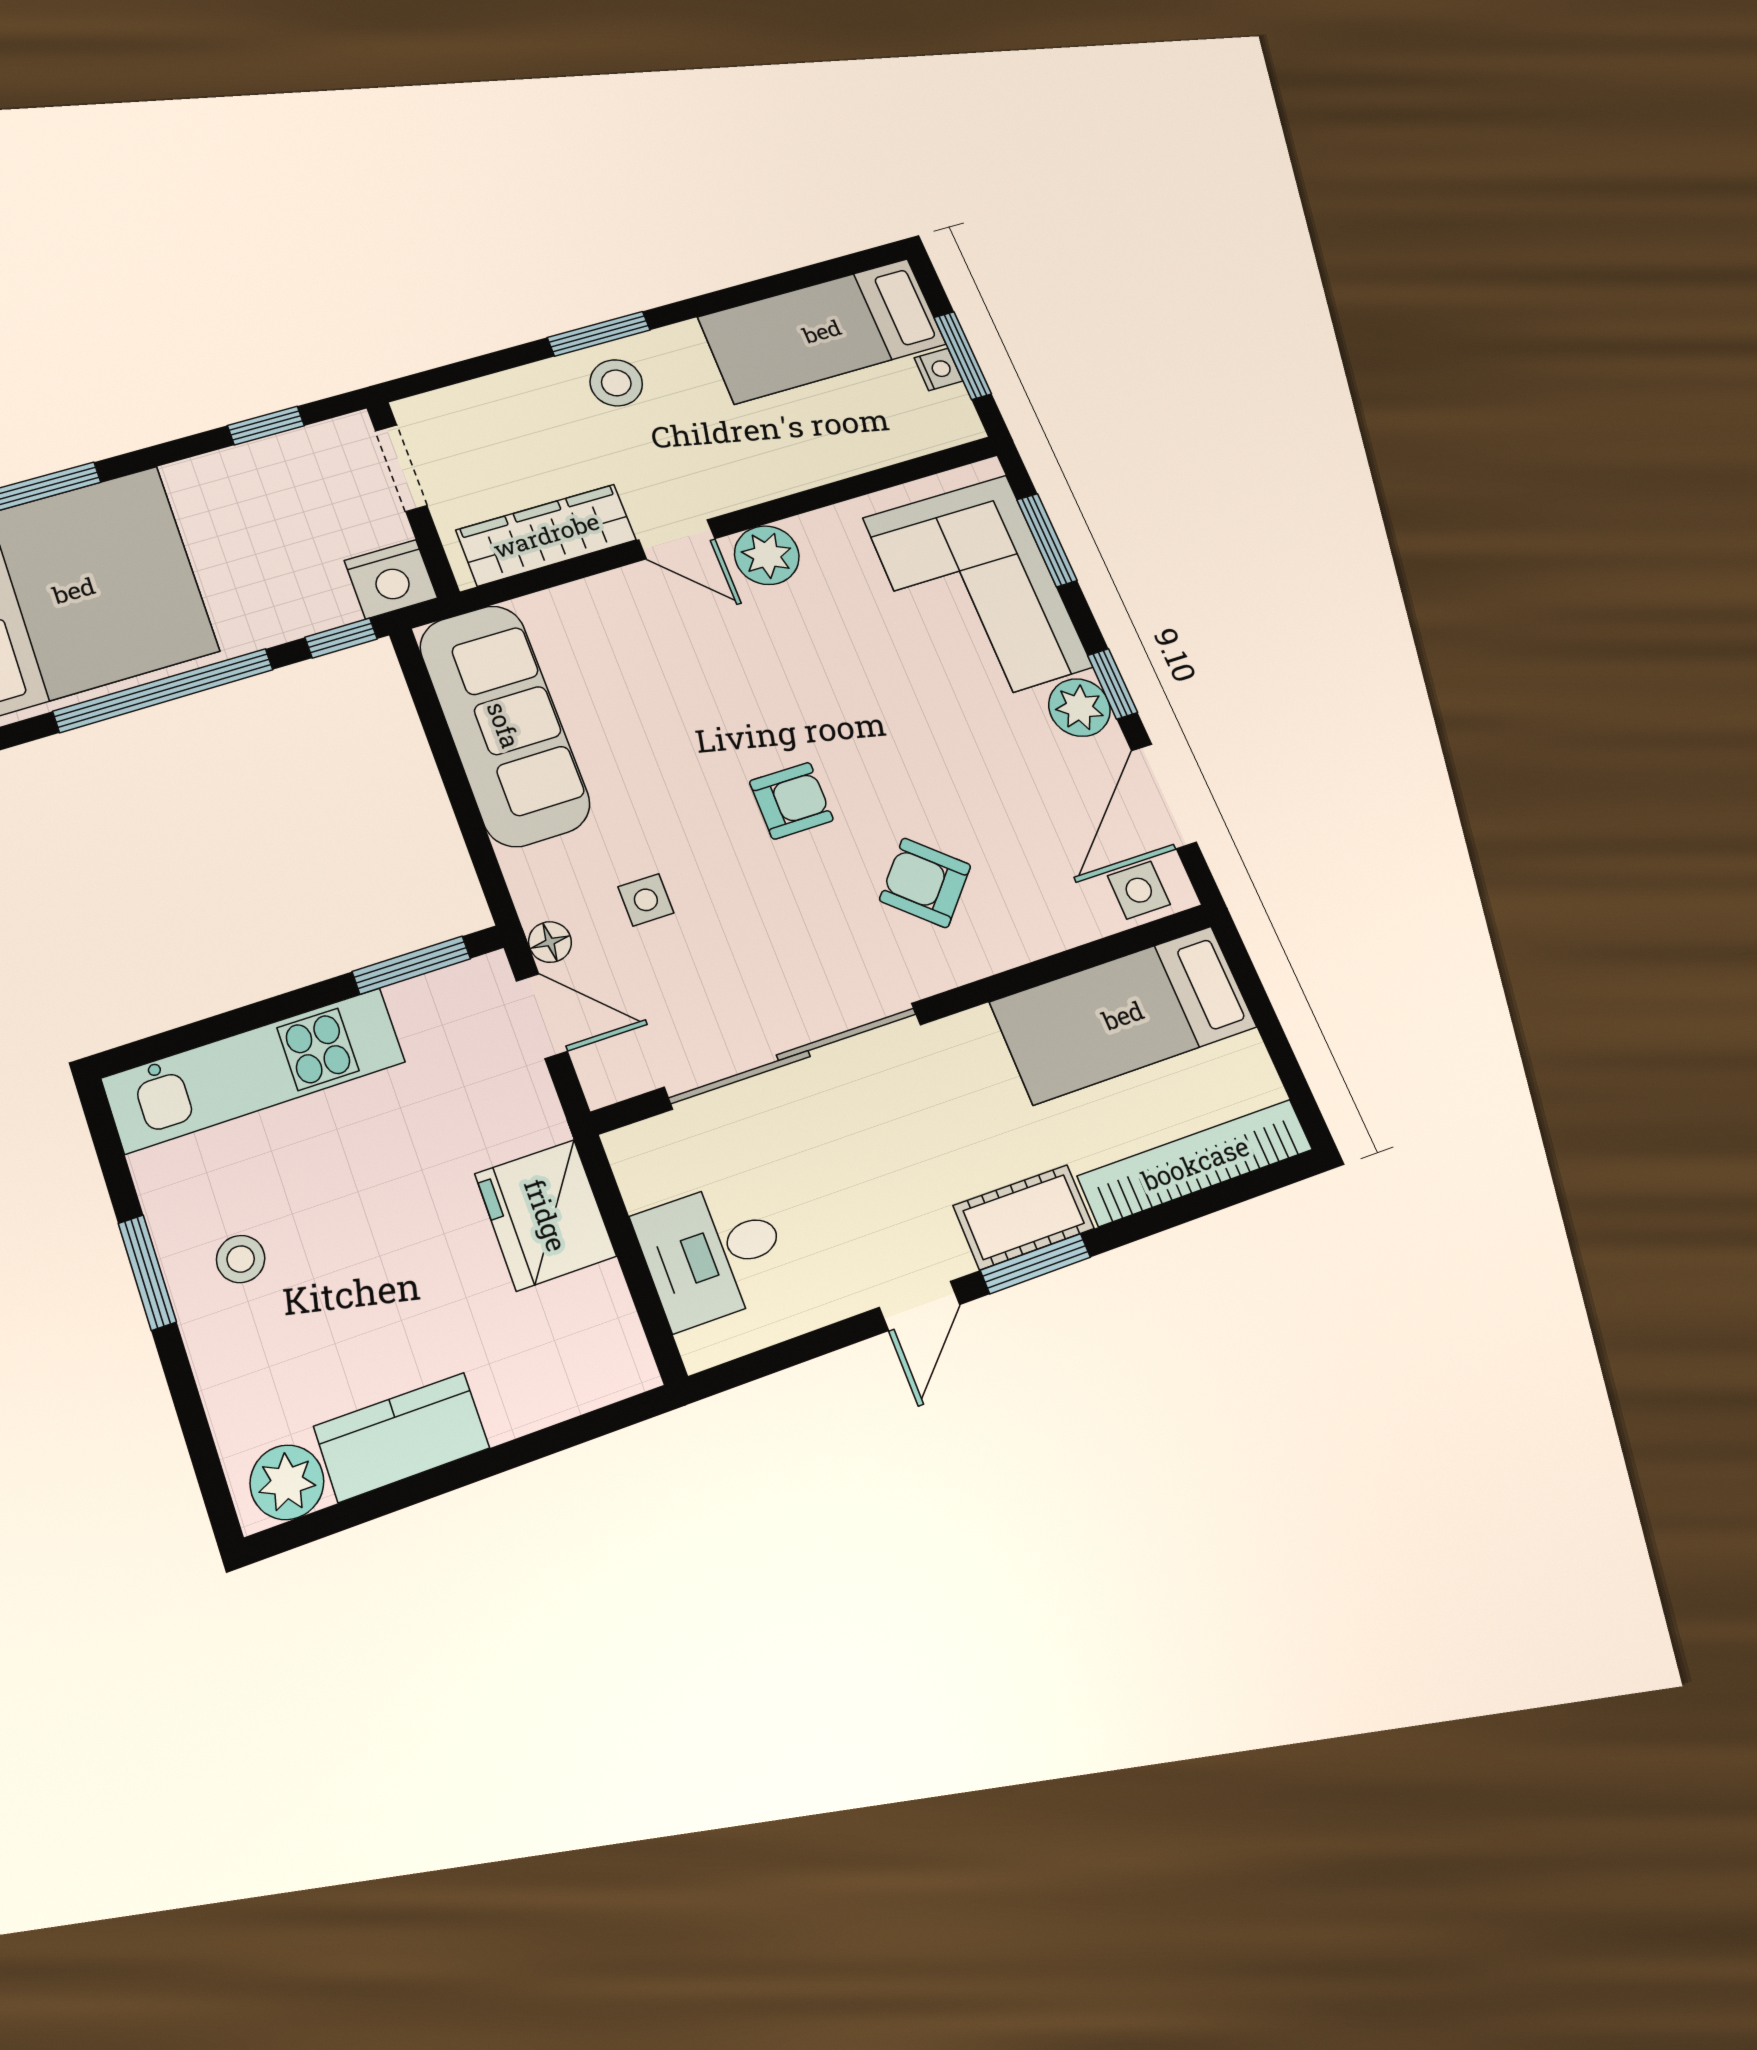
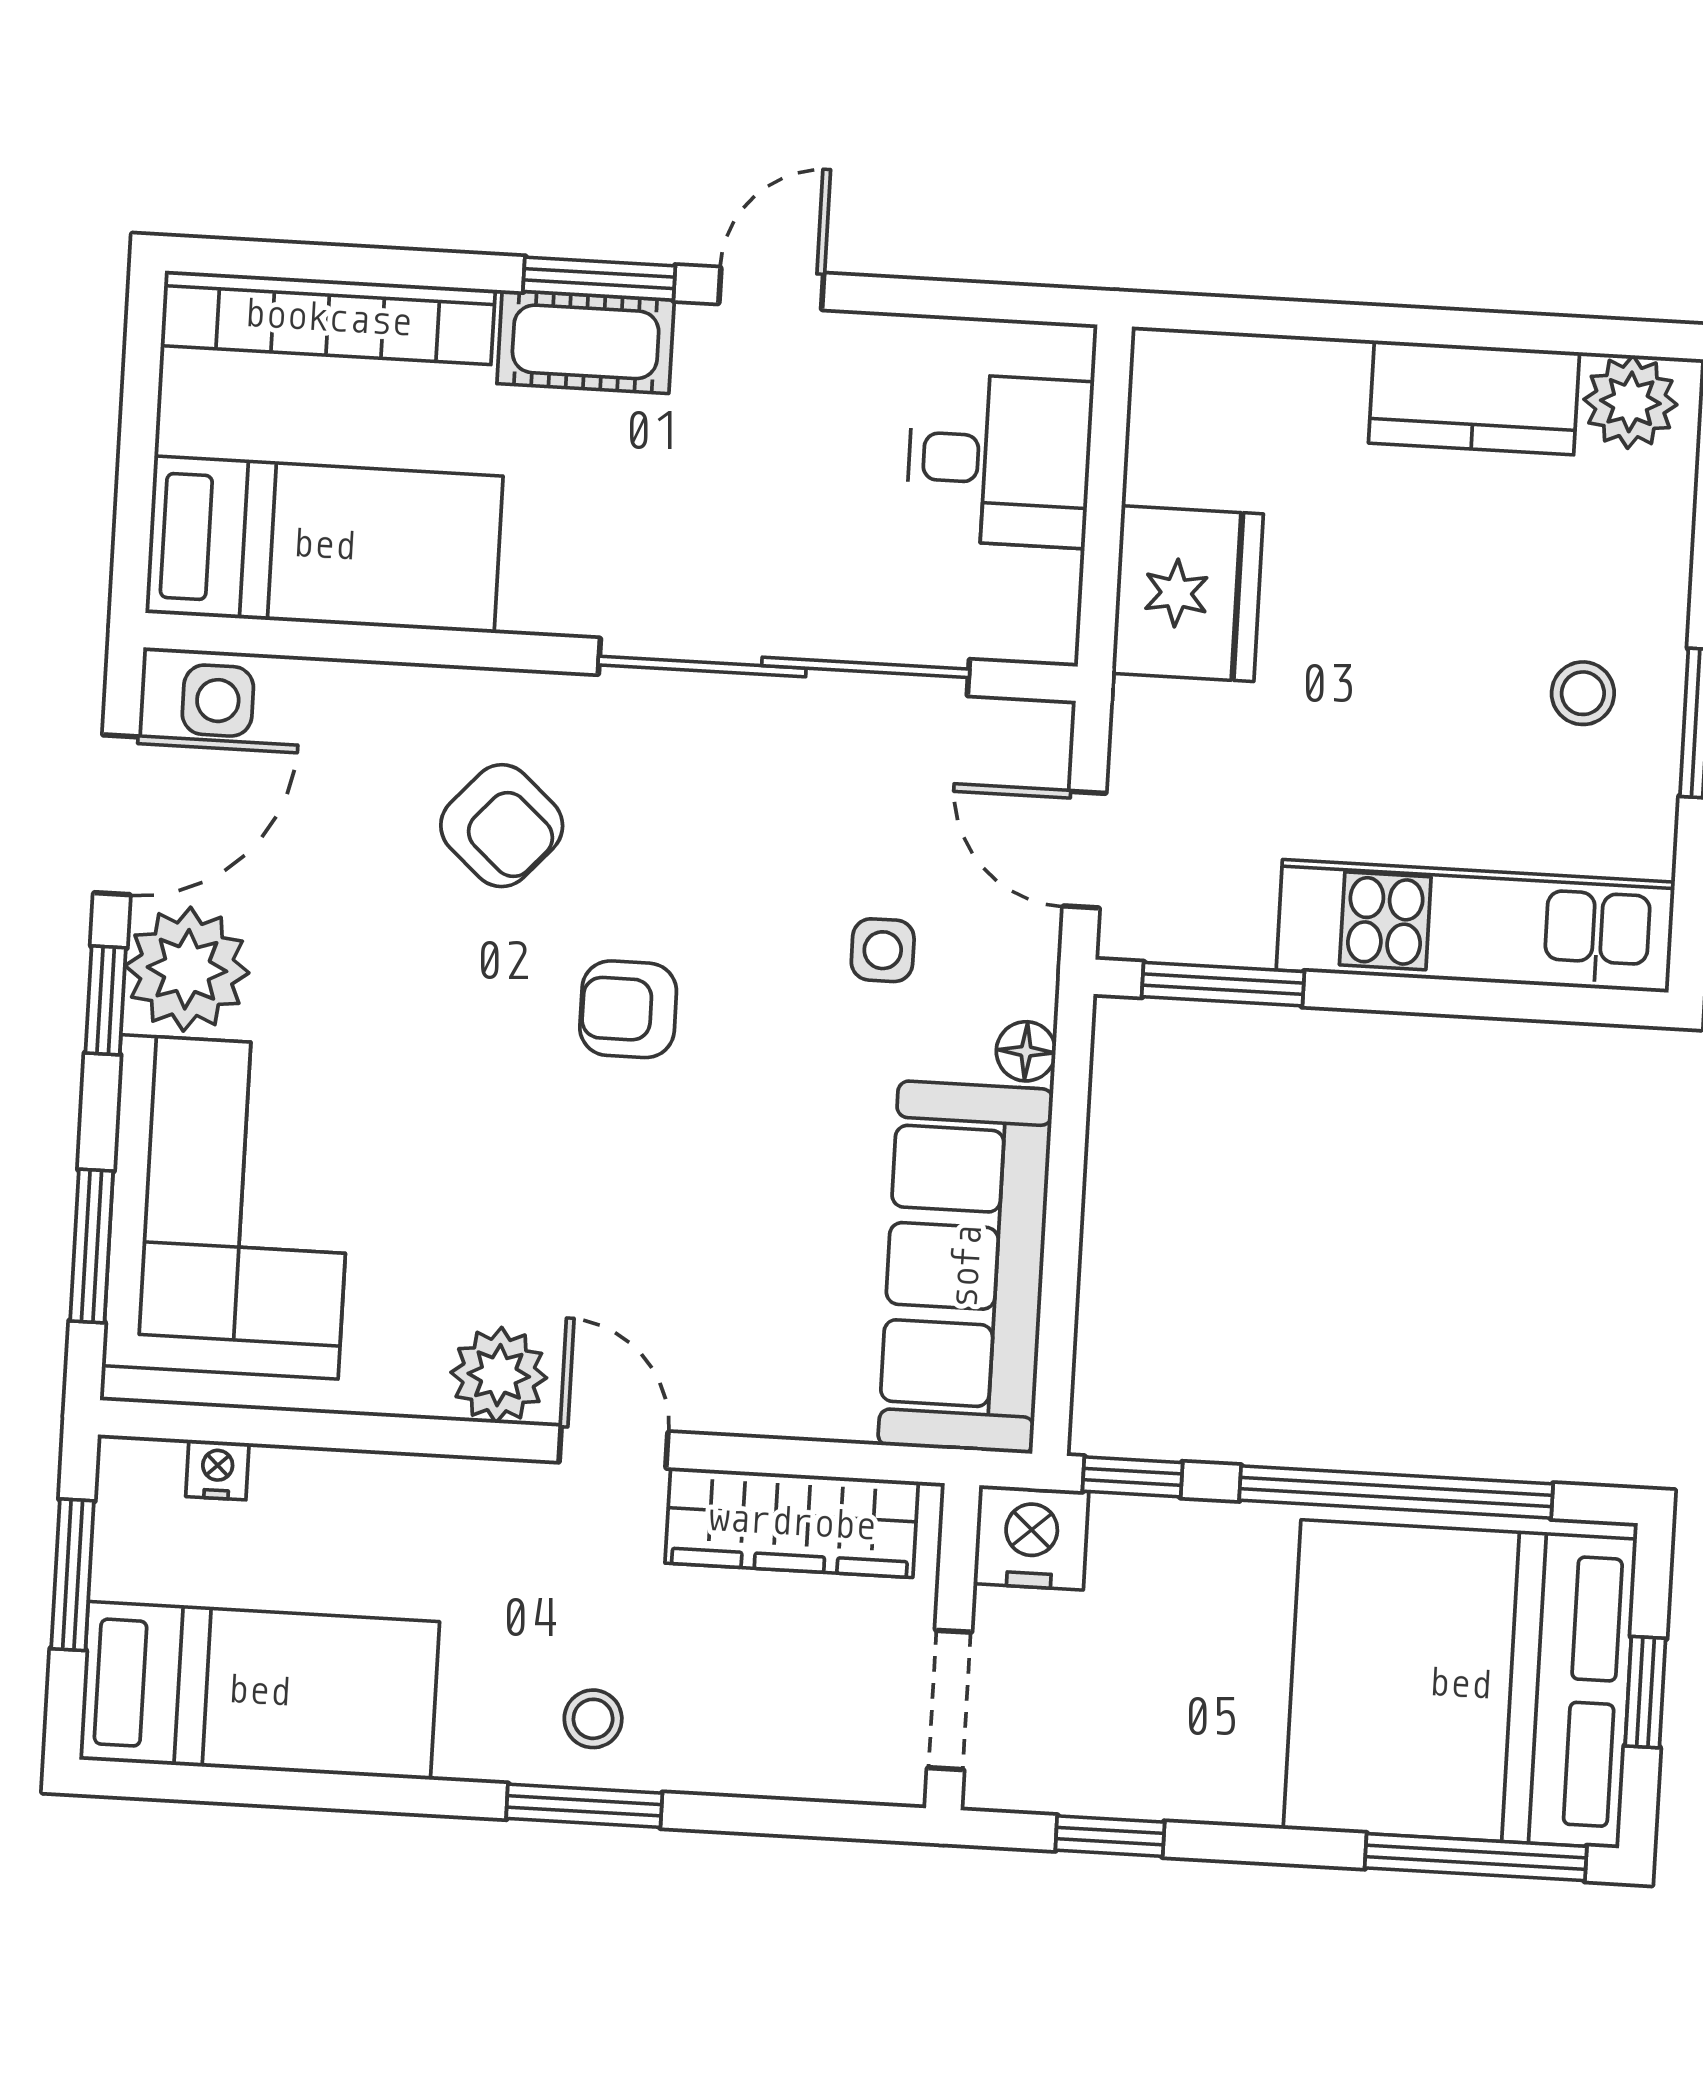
nightstand: (938, 369) -> (217, 1470), moved, turned 90
stool: (616, 383) -> (593, 1719), width x0.73, depth x0.73
plant: (1079, 708) -> (187, 969), width x1.36, depth x1.36
floor lamp: (550, 942) -> (1026, 1051), moved

